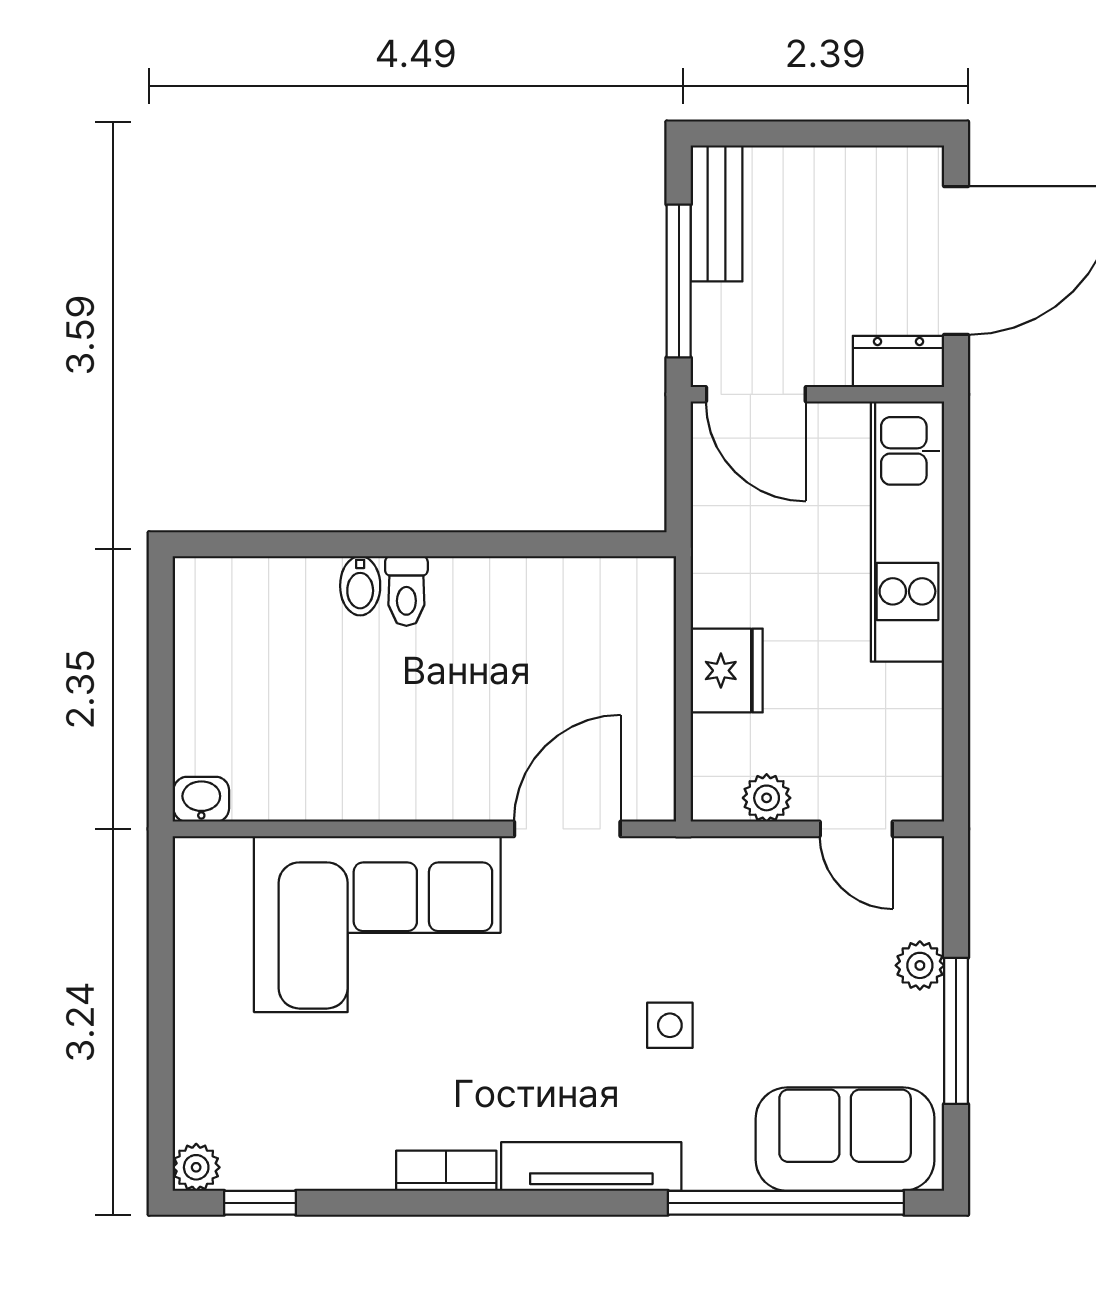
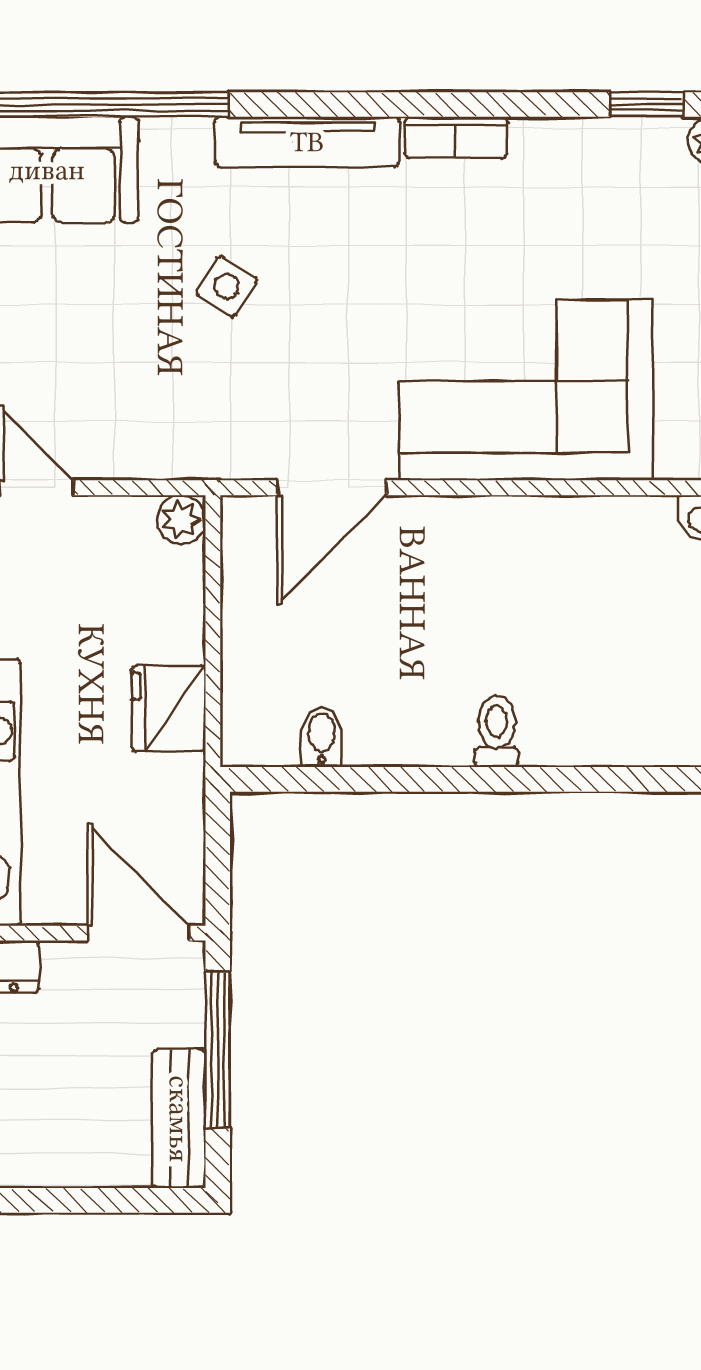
bidet: (360, 586) -> (322, 737), moved
fridge: (727, 671) -> (169, 708), moved
plant: (767, 798) -> (181, 519), moved
side table: (670, 1025) -> (227, 286), turned 32

